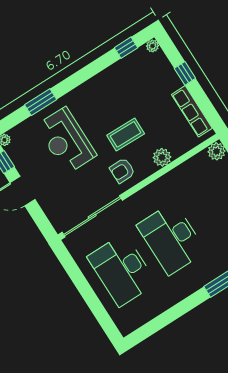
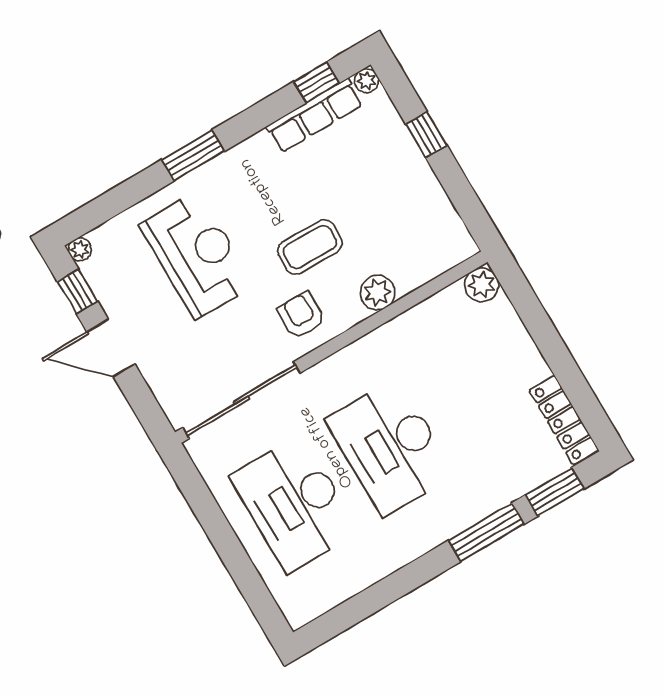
window: (41, 102) -> (193, 155), moved
row of seats: (192, 111) -> (315, 116), moved, turned -90
reception desk: (66, 141) -> (197, 255), turned 180
armchair: (122, 171) -> (301, 315), turned 90

